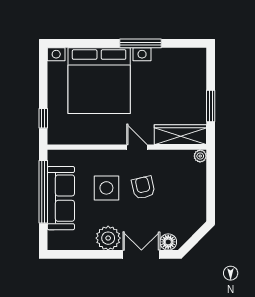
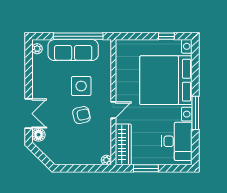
desk: (177, 67) -> (177, 141), added
window: (43, 118) -> (166, 36), moved
plant: (108, 238) -> (37, 49), moved, width x0.53, depth x0.53

